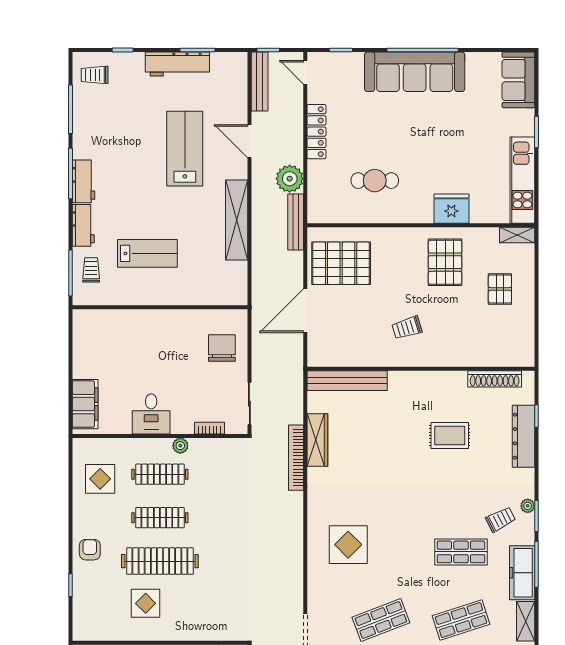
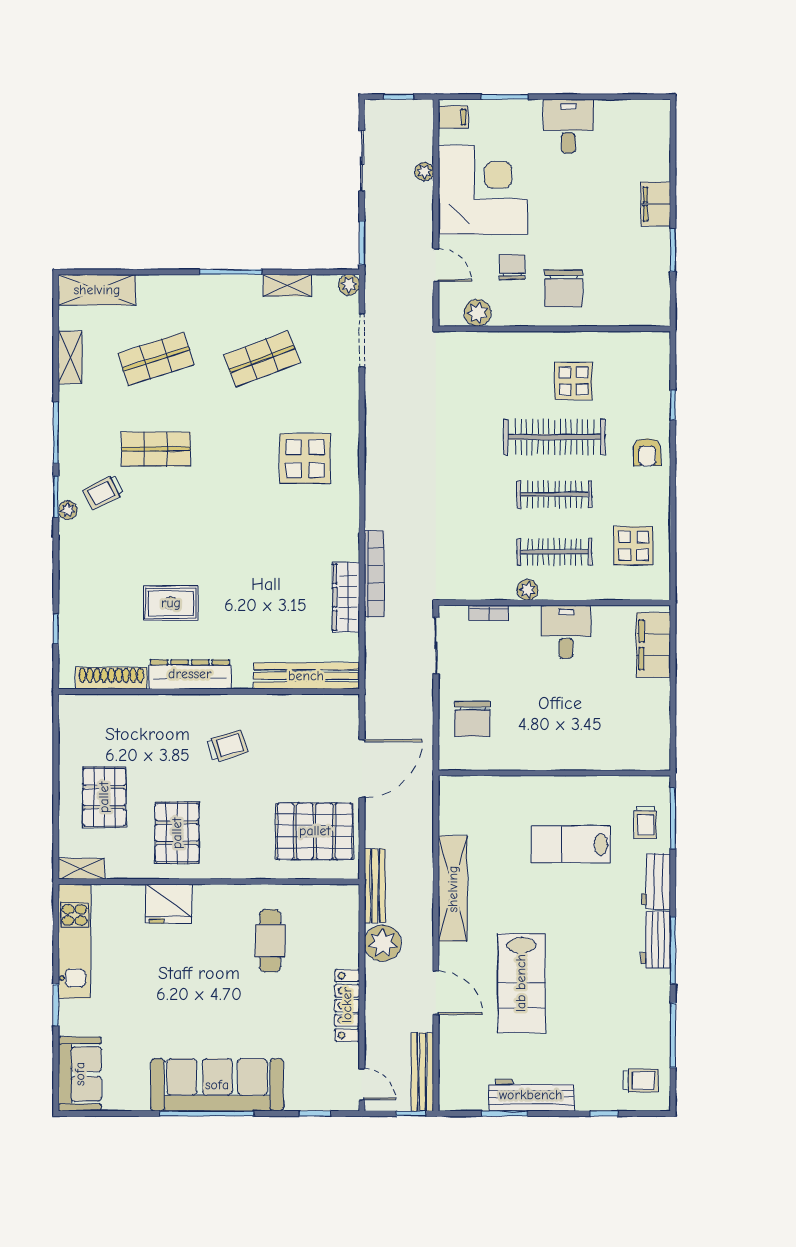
cafe table: (375, 181) -> (270, 941), turned 90
pallet: (500, 289) -> (104, 797), width x1.50, depth x1.42
dresser: (524, 436) -> (190, 674), moved, turned -90
freezer: (522, 573) -> (75, 422), removed

